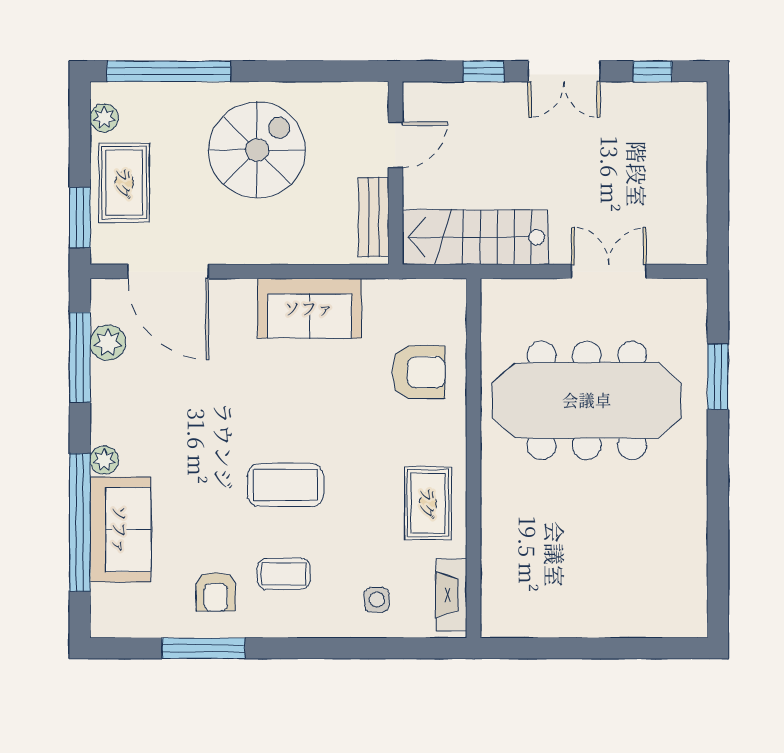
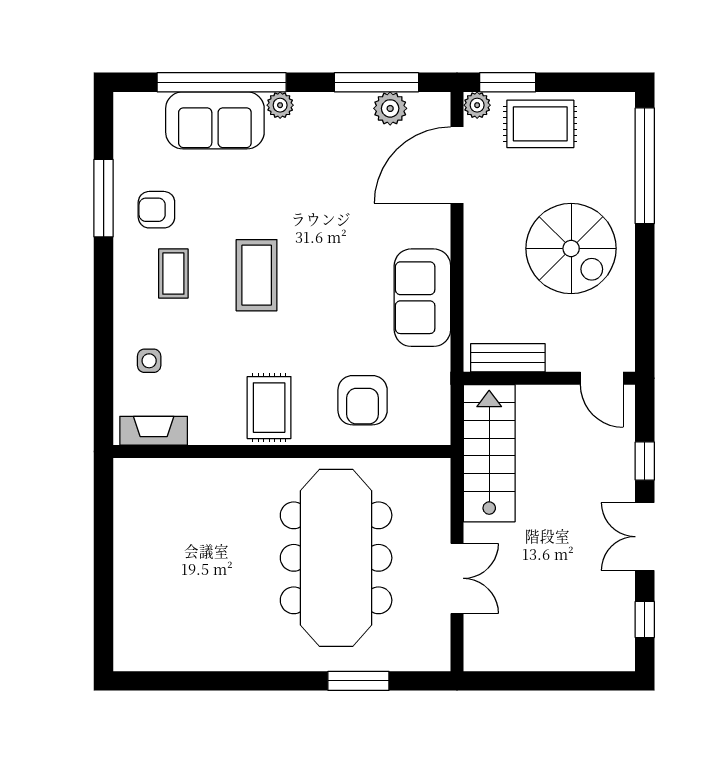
plant: (104, 118) -> (477, 105), moved
door: (395, 145) -> (602, 378), moved
rug: (428, 503) -> (269, 408), moved, turned 90

